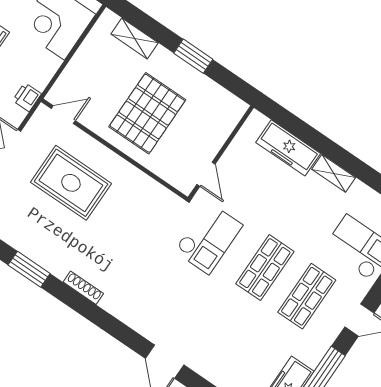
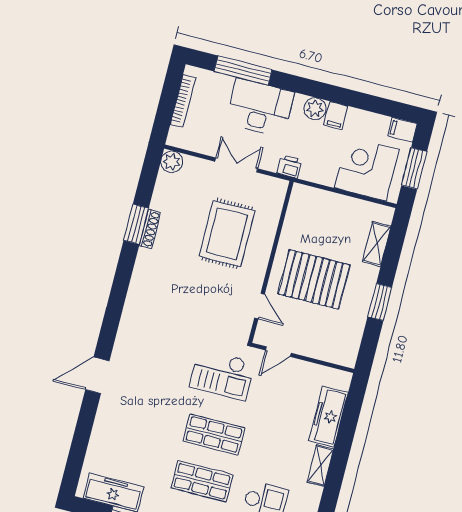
door: (63, 115) -> (260, 306), moved
shoe rack: (83, 288) -> (150, 229), moved

